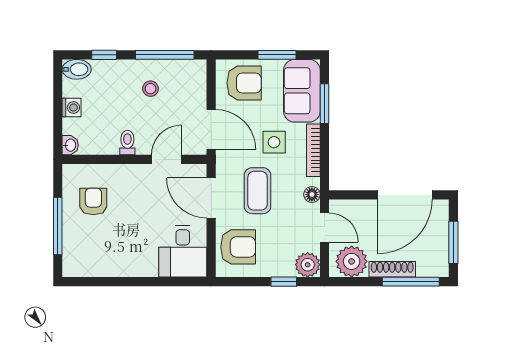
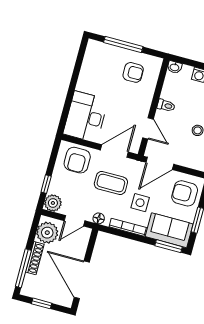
armchair: (244, 83) -> (185, 193), turned 90
window: (325, 104) -> (169, 246), moved
window: (453, 242) -> (42, 303), width x0.67
desk: (183, 251) -> (86, 117), width x1.37

